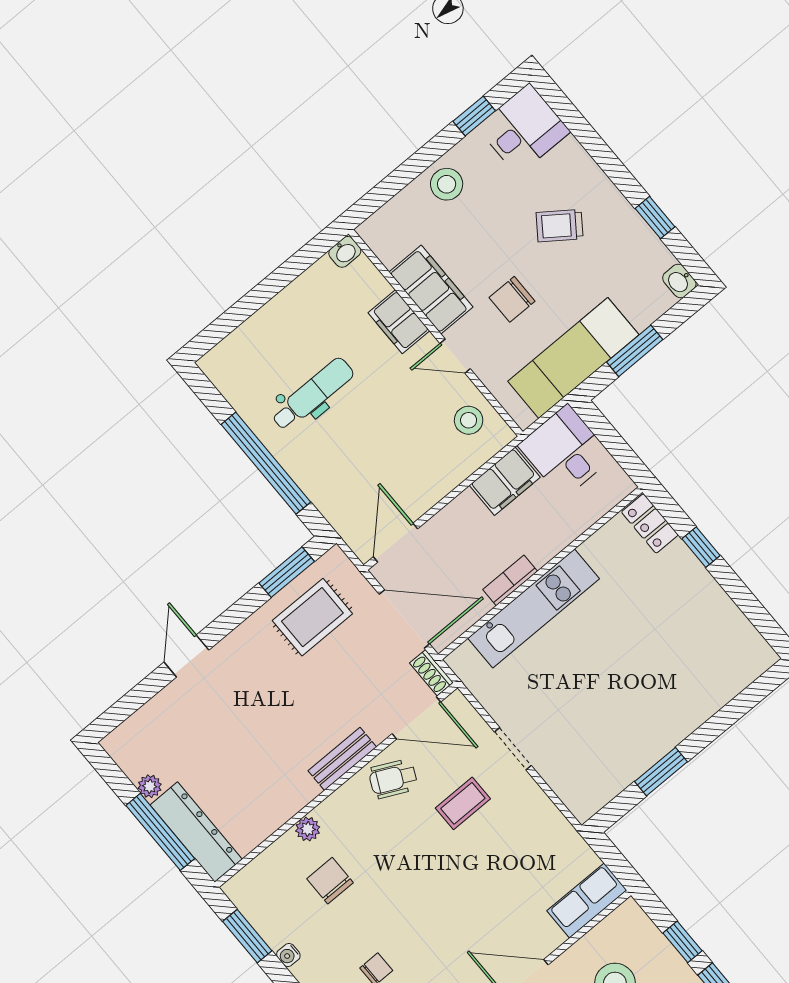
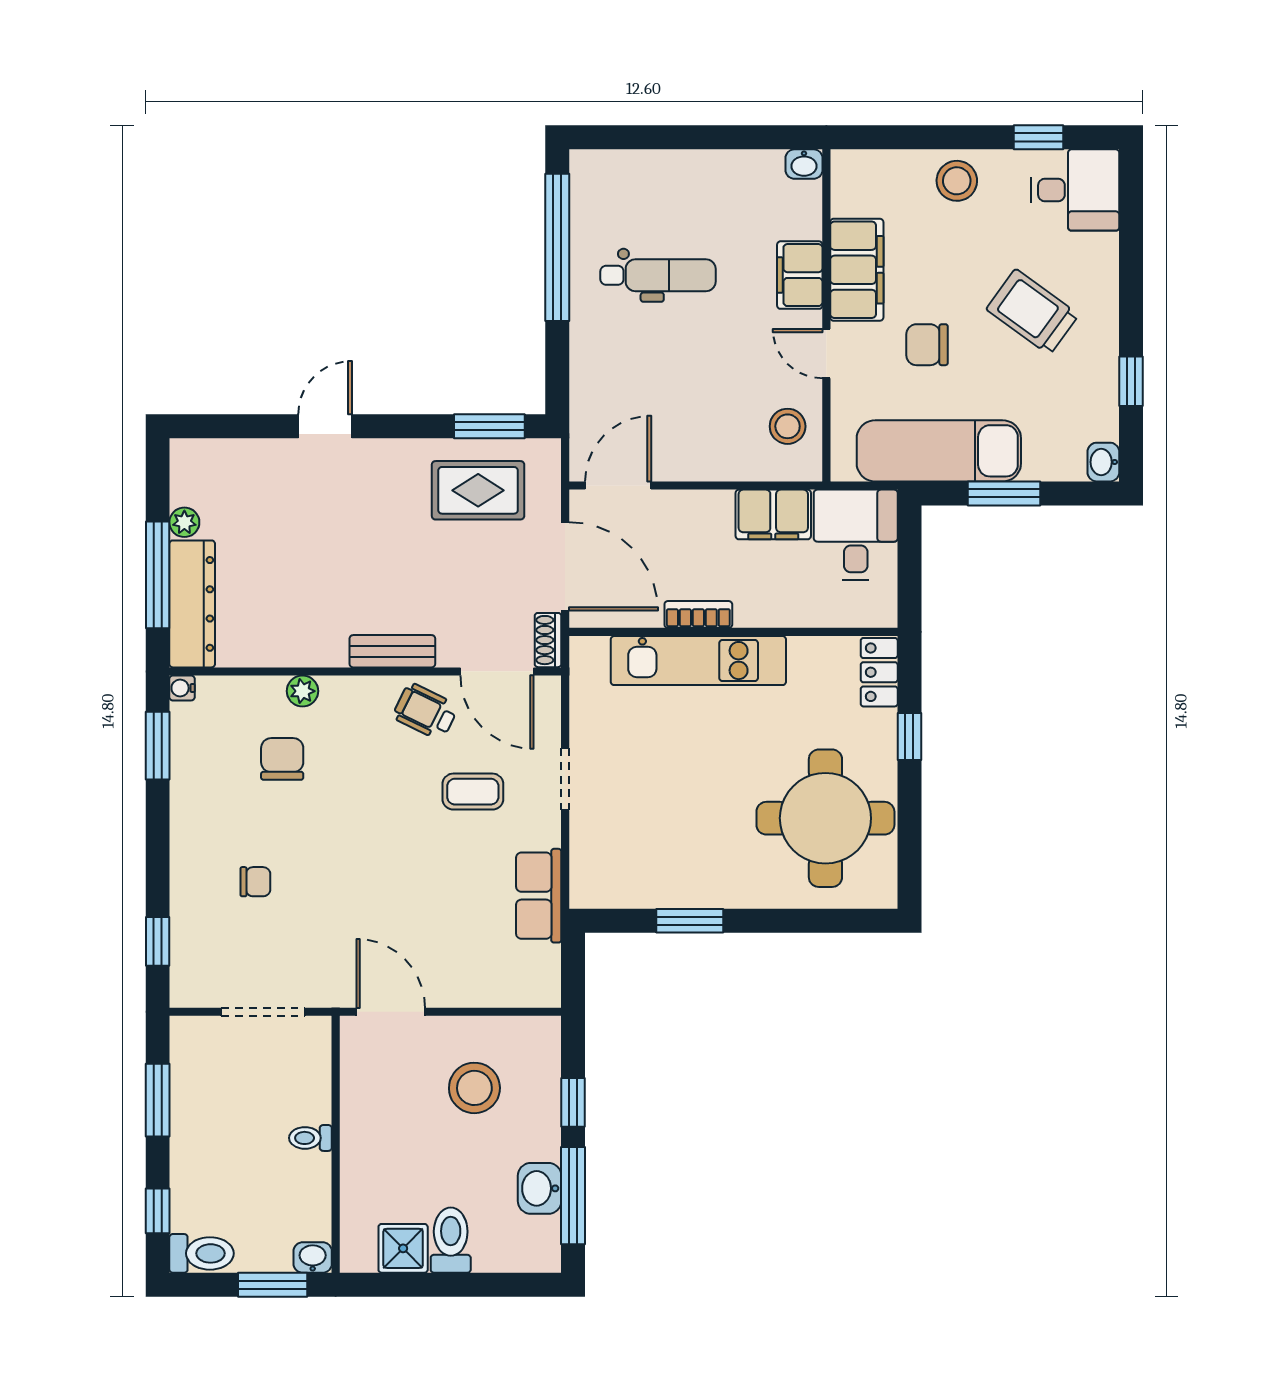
trolley: (560, 226) -> (1032, 312), width x1.36, depth x1.39
window: (266, 463) -> (557, 247), moved
round table: (691, 640) -> (825, 818), added
row of seats: (587, 900) -> (539, 896), moved, turned -90
water cooler: (288, 955) -> (182, 688), moved

